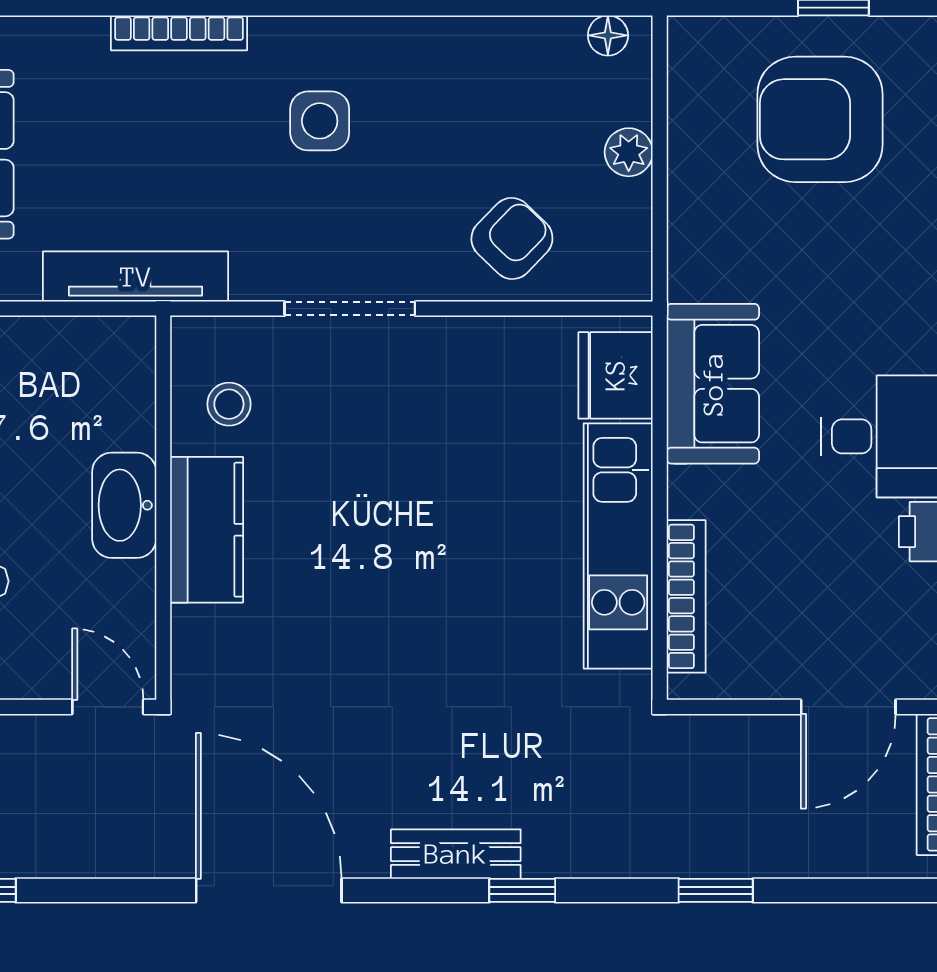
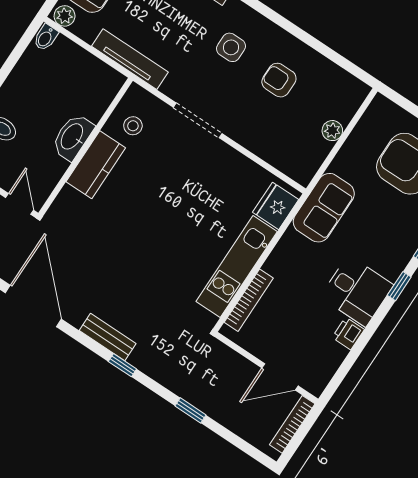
floor lamp: (608, 35) -> (352, 85), removed
armchair: (512, 238) -> (279, 80), moved, turned -134
sofa: (713, 384) -> (324, 208), moved

